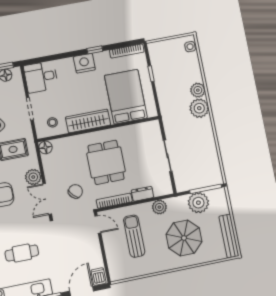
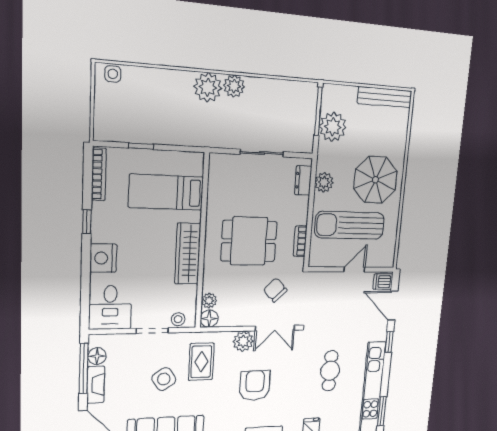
nightstand: (84, 63) -> (103, 258), moved
plant: (198, 90) -> (234, 86), moved
bed: (126, 97) -> (166, 192), width x0.67
stool: (52, 122) -> (178, 319), moved
plant: (58, 144) -> (209, 301), added
dresser: (142, 194) -> (303, 180), moved
bookcase: (114, 201) -> (300, 241), width x0.64
door: (98, 224) -> (354, 269), moved
sun lounger: (134, 236) -> (350, 225), width x1.36, depth x1.34
parasol: (184, 238) -> (375, 180), moved

